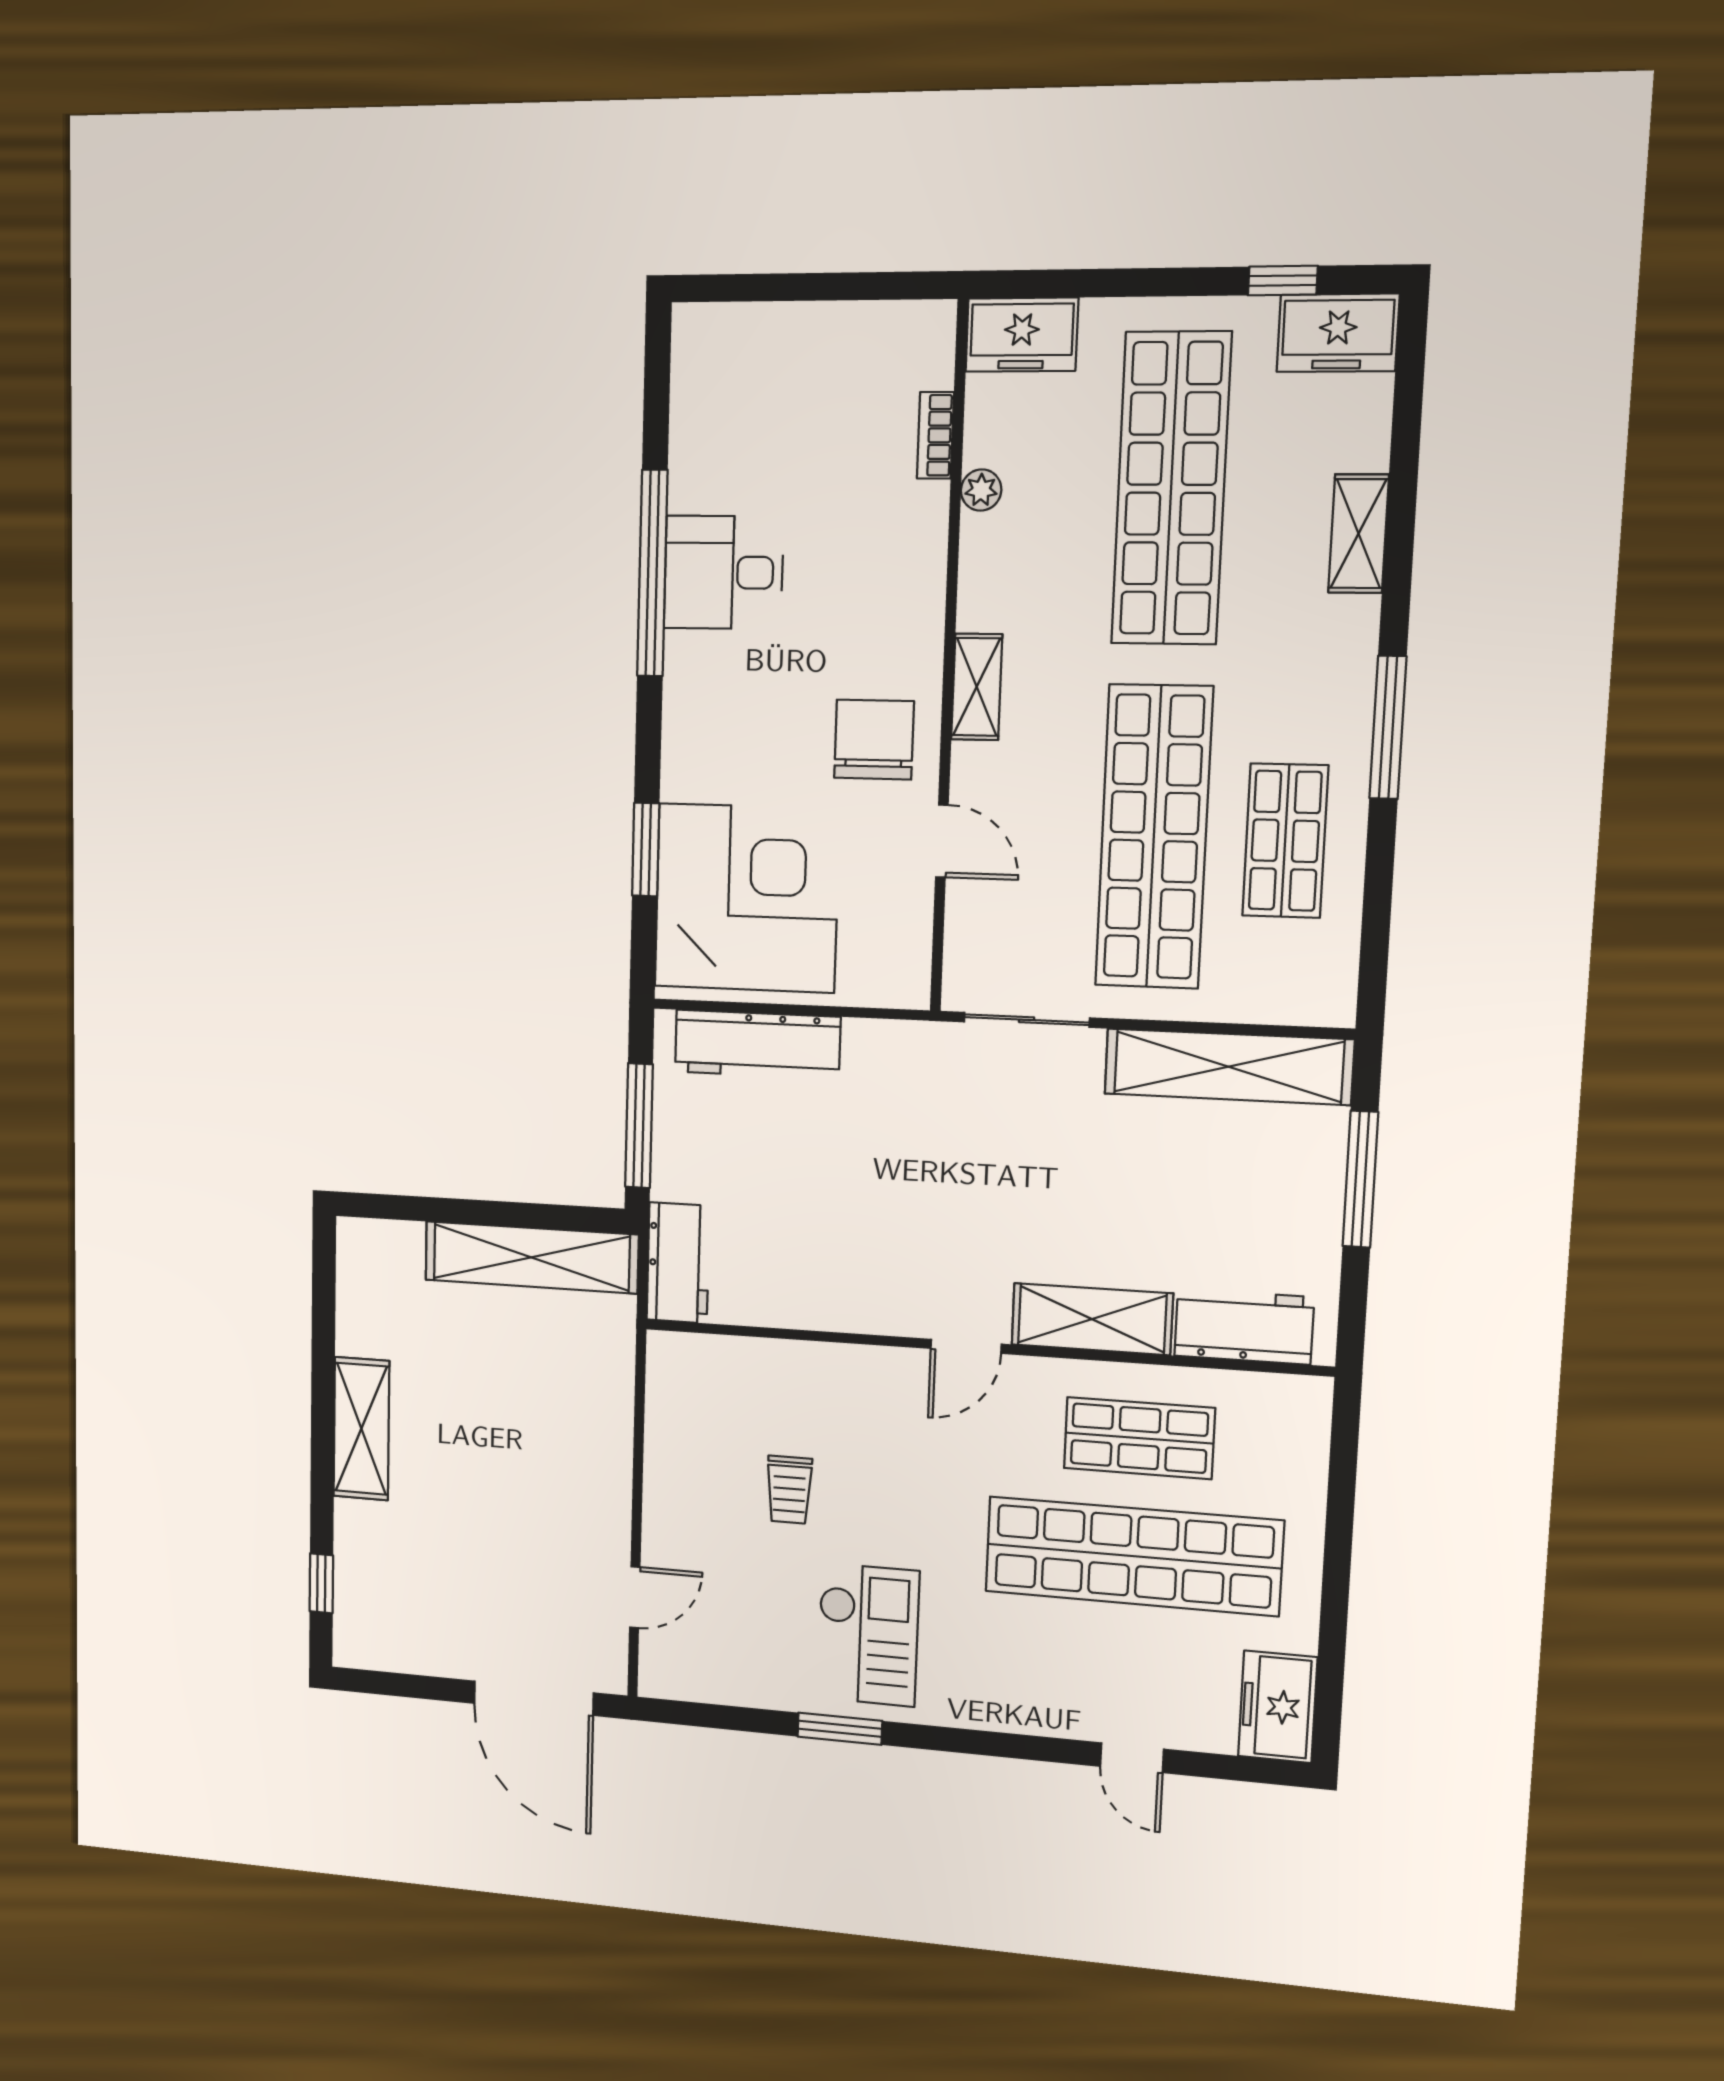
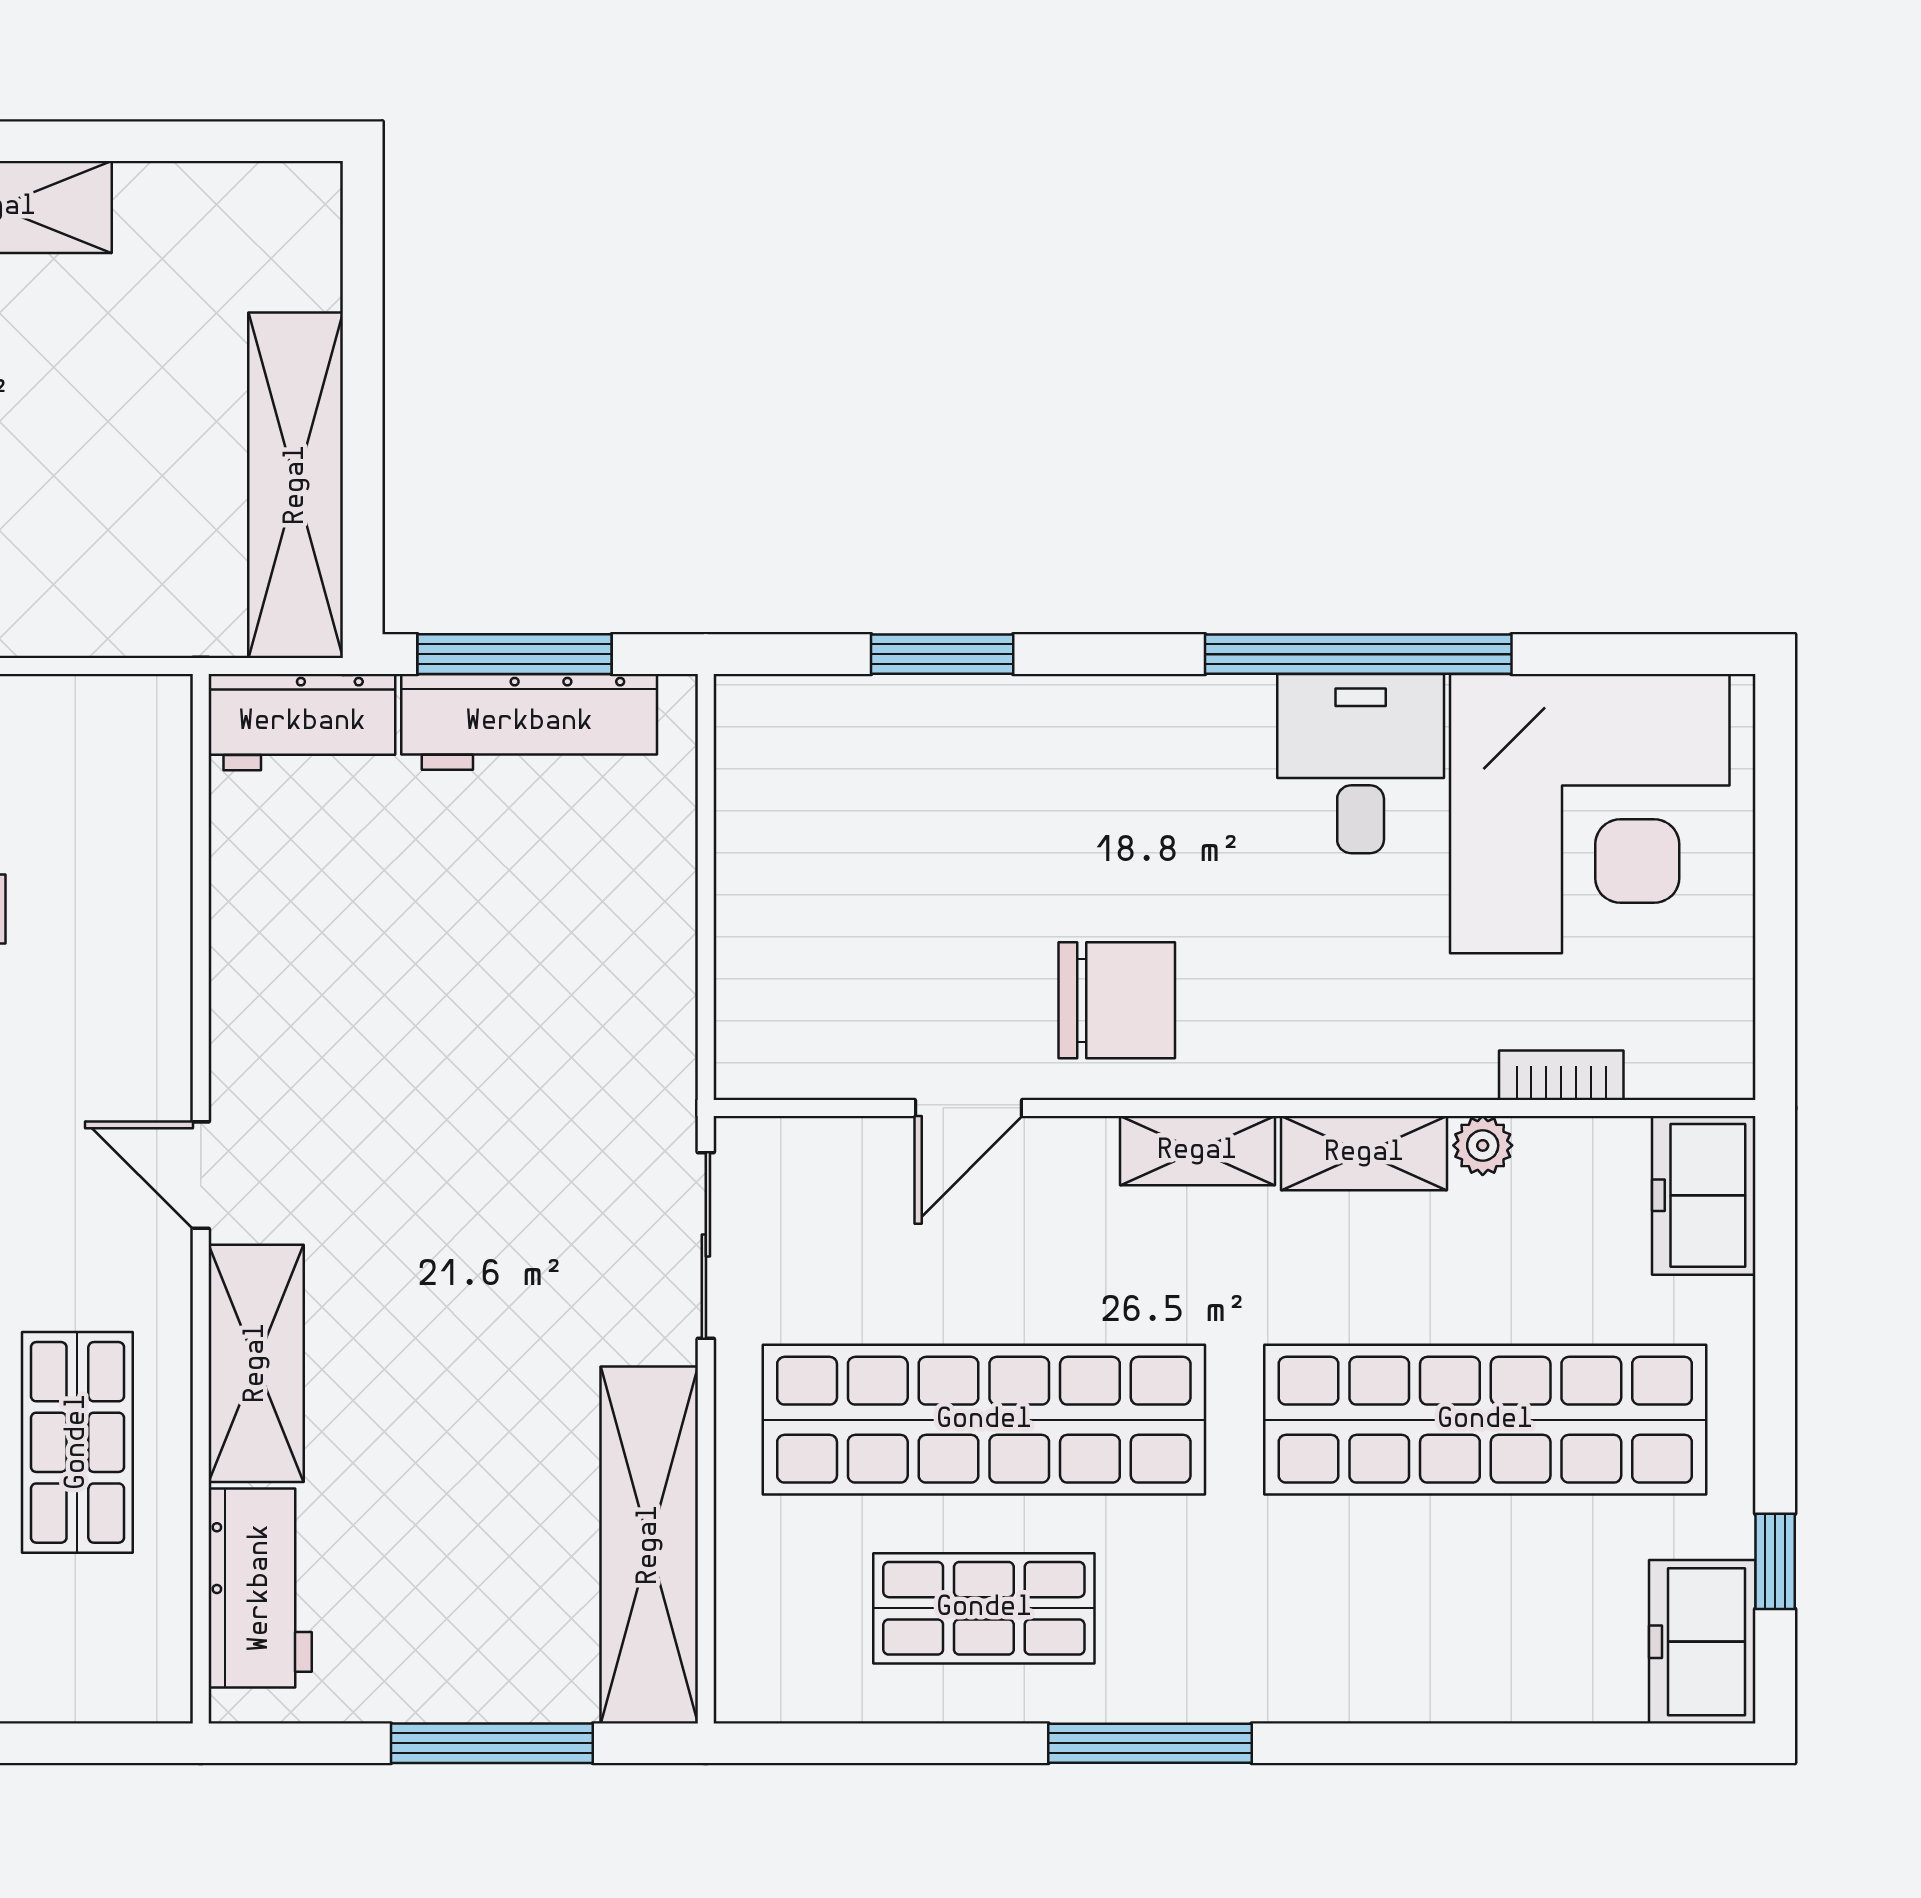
shelving: (1358, 534) -> (1364, 1153), moved
corner desk: (747, 898) -> (1590, 814), moved
workbench: (757, 1044) -> (529, 722), moved, turned -90

